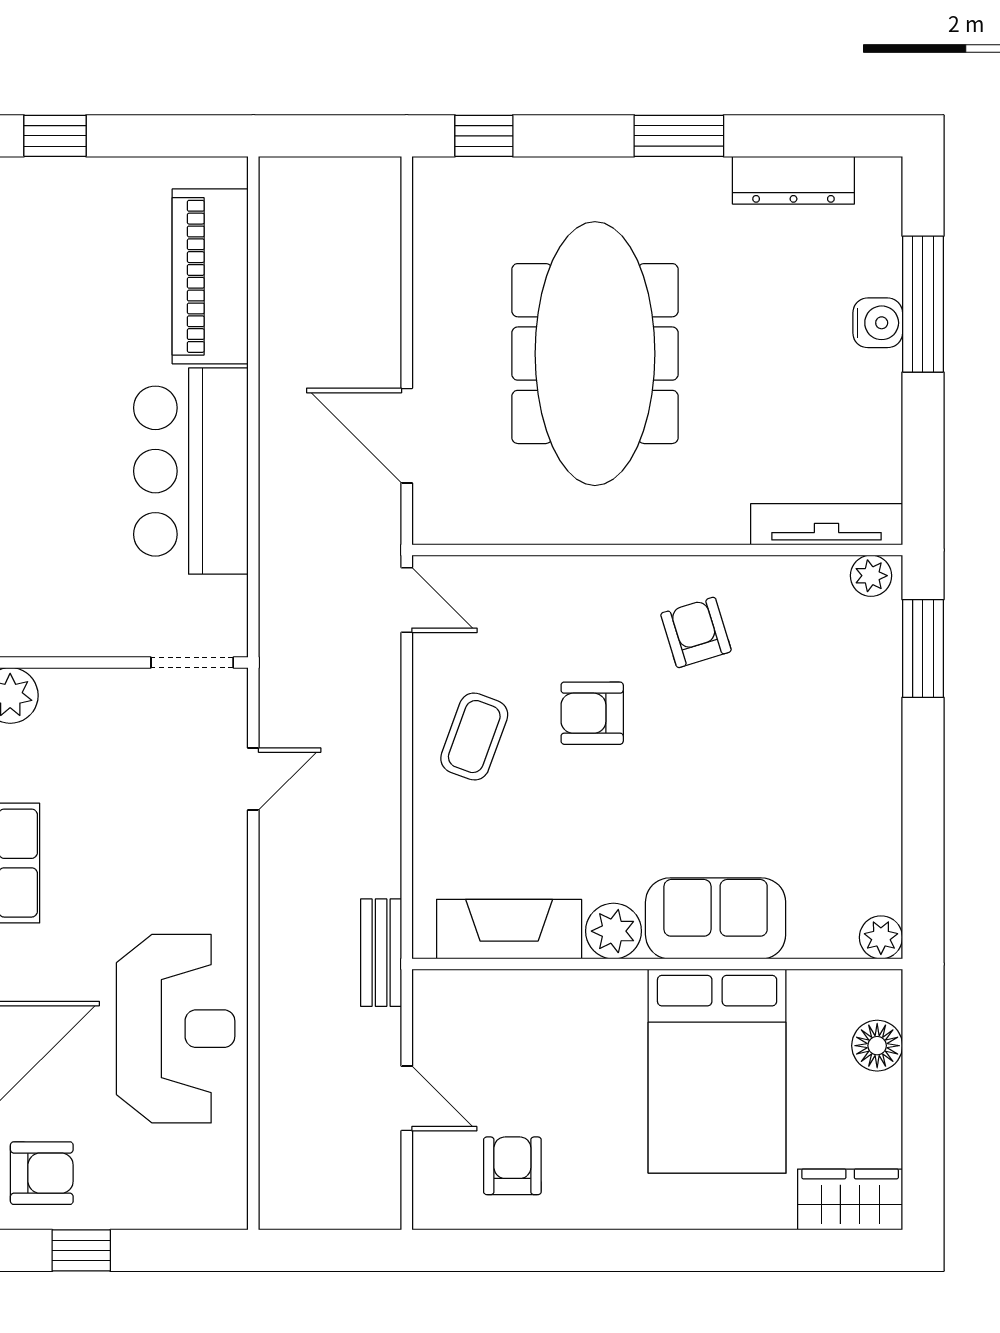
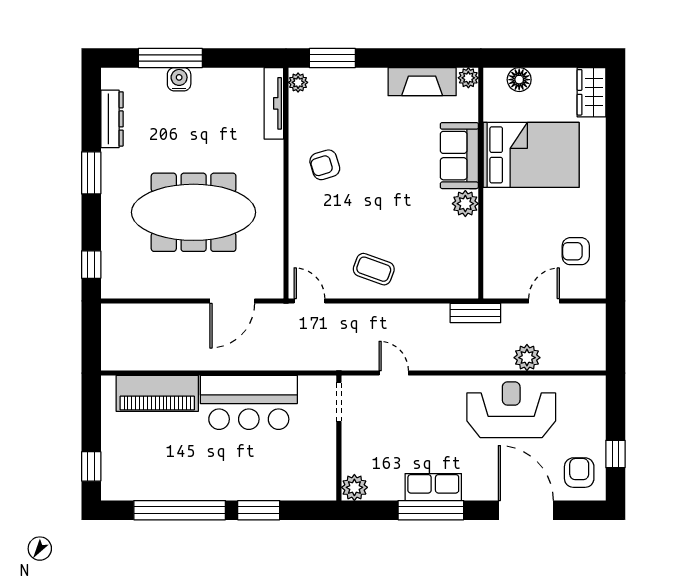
door: (407, 600) -> (309, 301), hinge flipped
armchair: (592, 713) -> (363, 214), removed
fireplace: (509, 929) -> (422, 82), moved, turned -90
plant: (286, 1062) -> (527, 358), added

